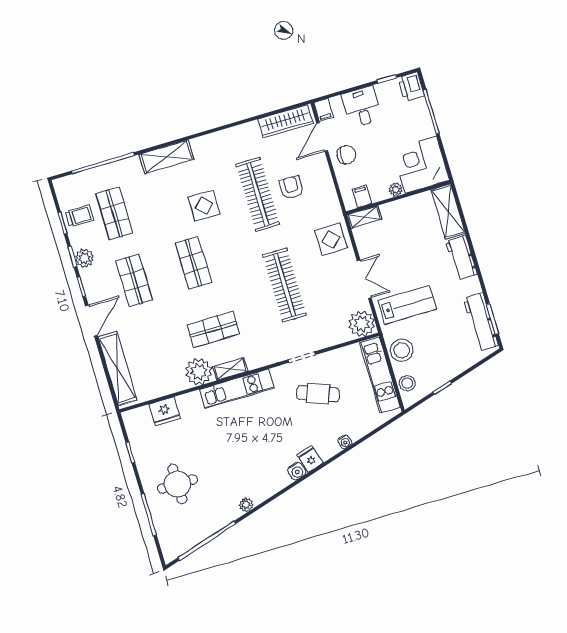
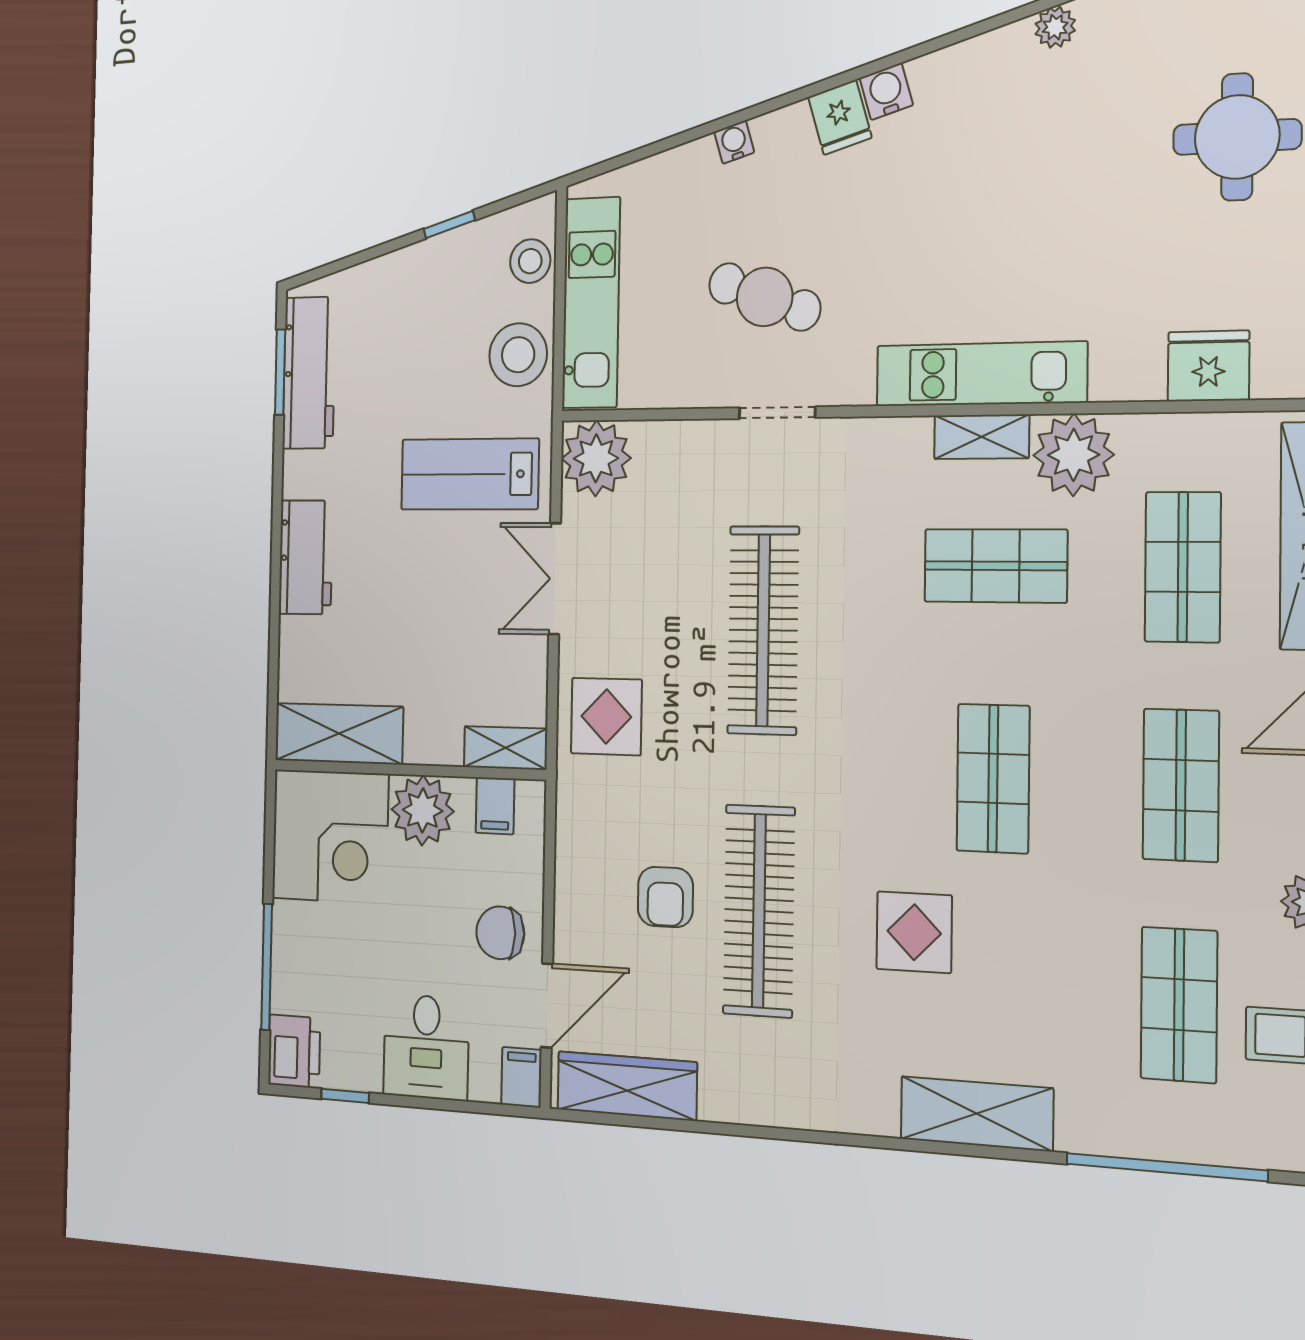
plant: (396, 190) -> (423, 810), width x1.88, depth x1.88
shelving: (448, 212) -> (339, 734), moved, turned 90
shop shelf: (154, 347) -> (1183, 567), added

